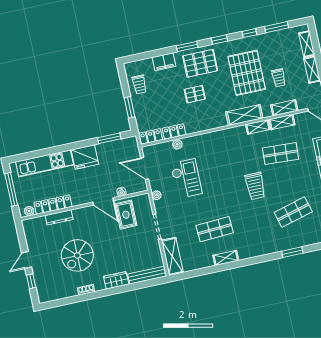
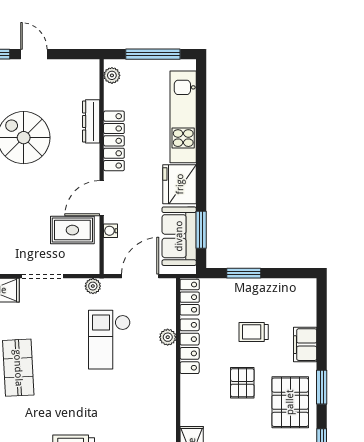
trolley: (139, 84) -> (254, 332), moved
locker: (174, 131) -> (190, 346), width x1.53
sofa: (116, 150) -> (179, 236), added
checkout: (186, 179) -> (109, 340), turned 90
locker: (53, 205) -> (114, 141), moved

